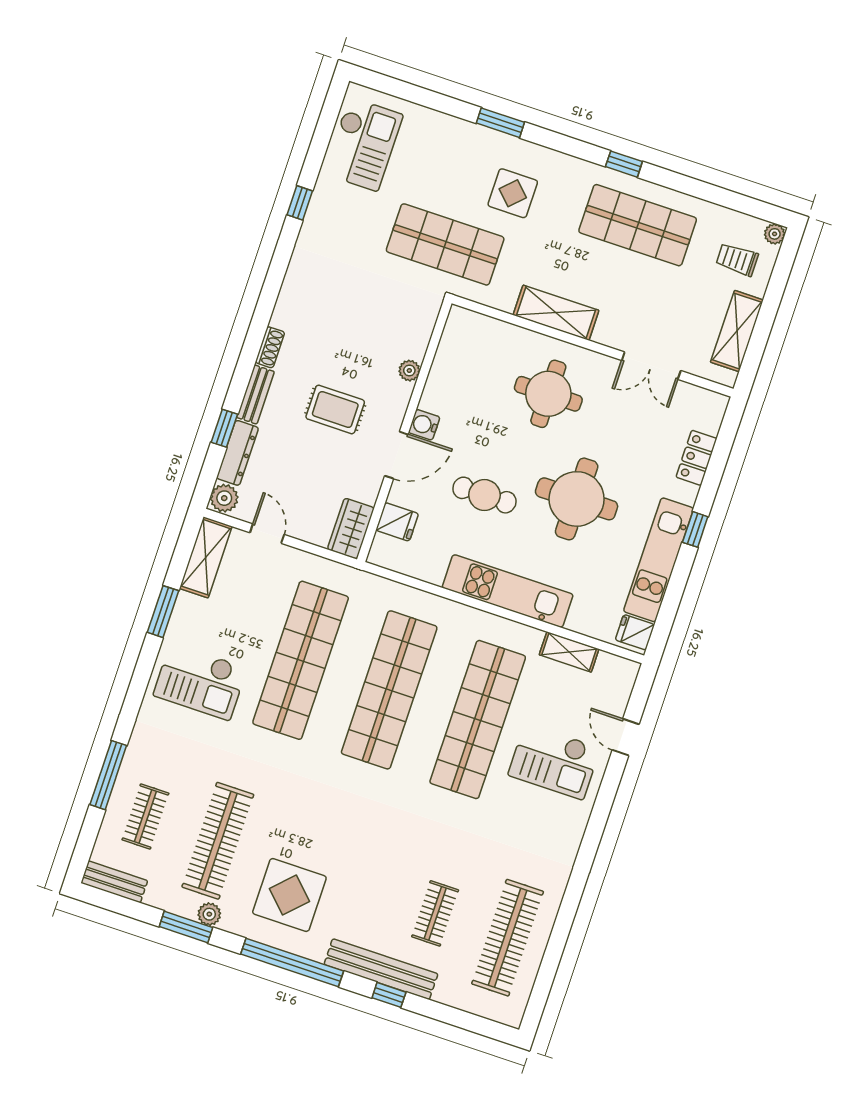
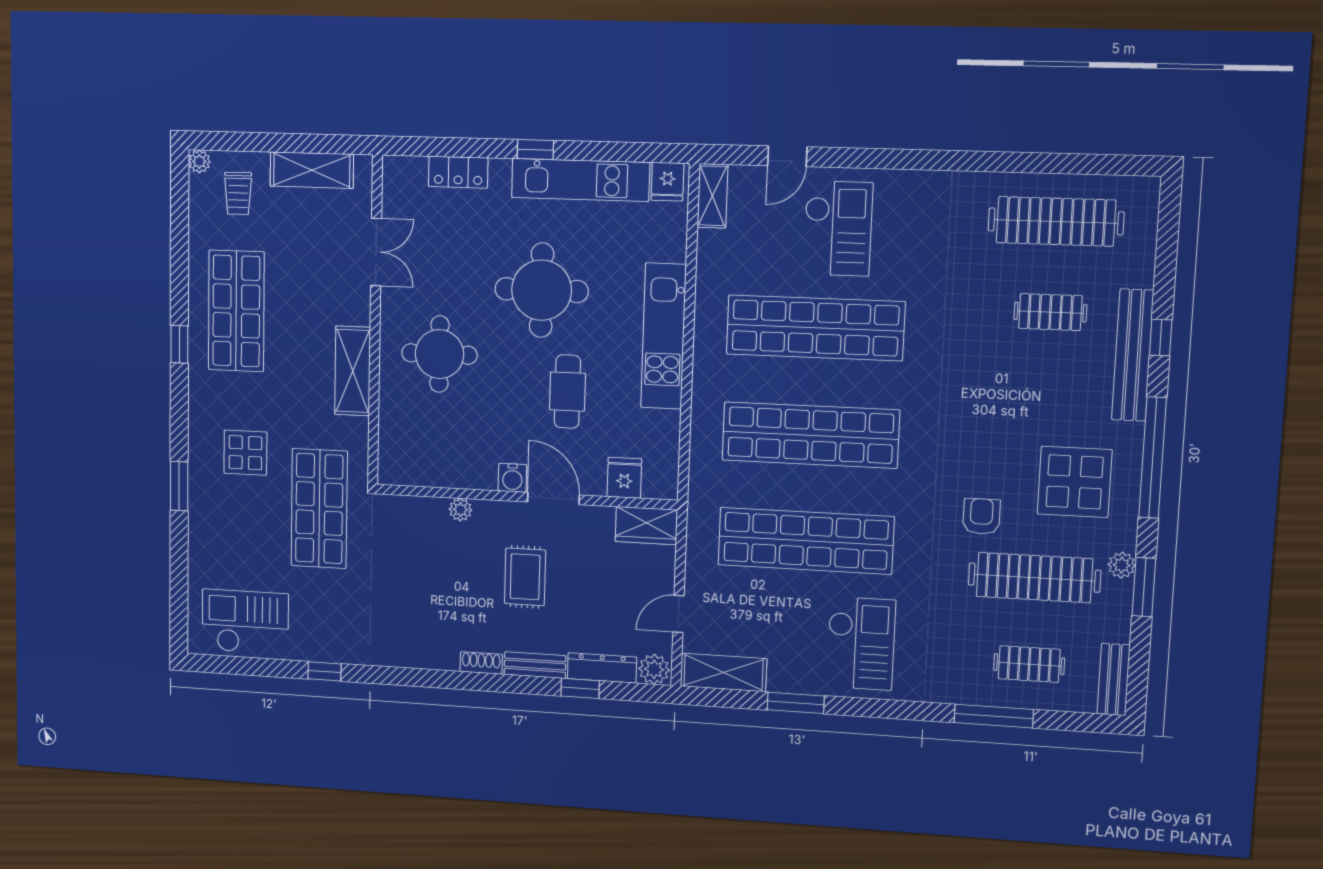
shelving: (569, 652) -> (712, 196), moved
armchair: (281, 812) -> (981, 516), added

